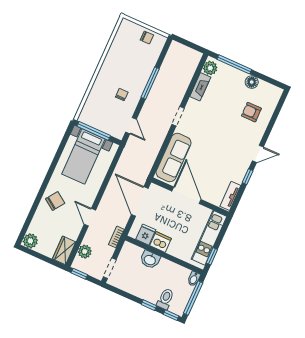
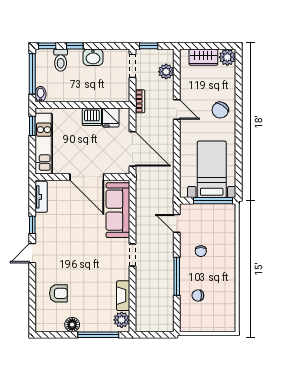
chair: (147, 38) -> (198, 295), moved
wardrobe: (64, 250) -> (203, 57), moved, turned 90
washbasin: (150, 260) -> (93, 57), moved, turned 180
window: (79, 274) -> (149, 46), moved

